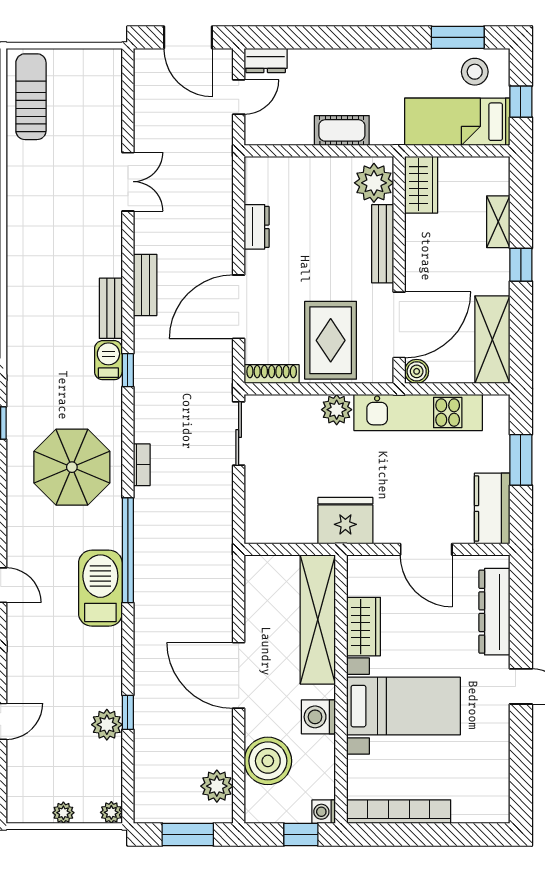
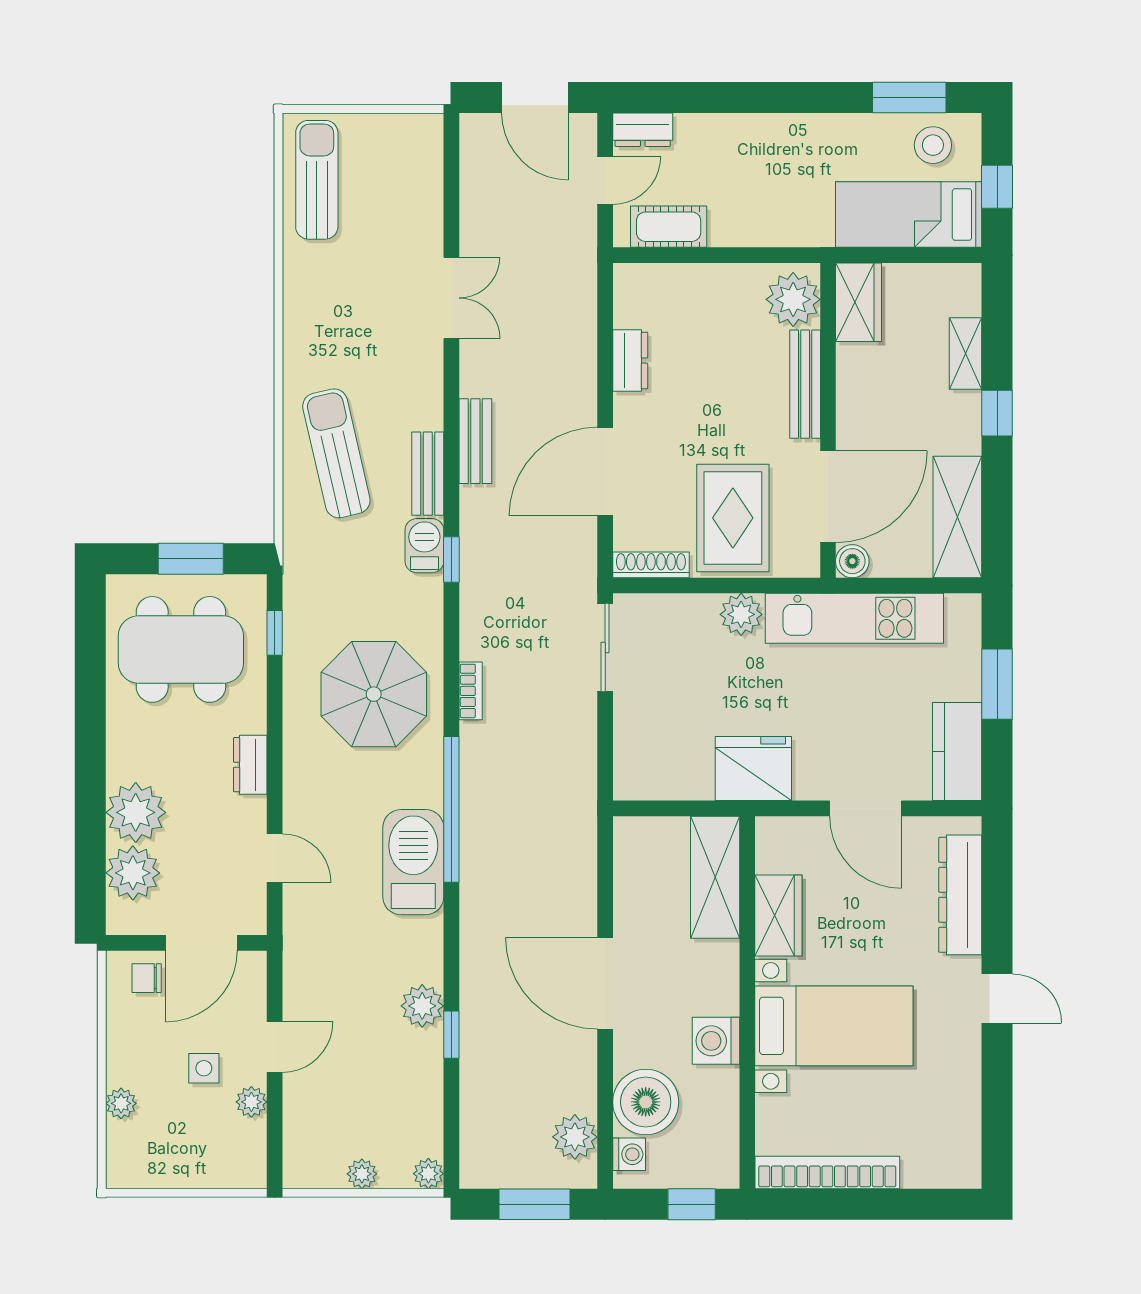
cot: (342, 130) -> (669, 227), moved
sun lounger: (45, 294) -> (336, 453), added
shelving: (318, 620) -> (715, 877), width x0.68
plant: (107, 725) -> (422, 1006), moved
washing machine: (324, 812) -> (629, 1154), moved, turned 180

